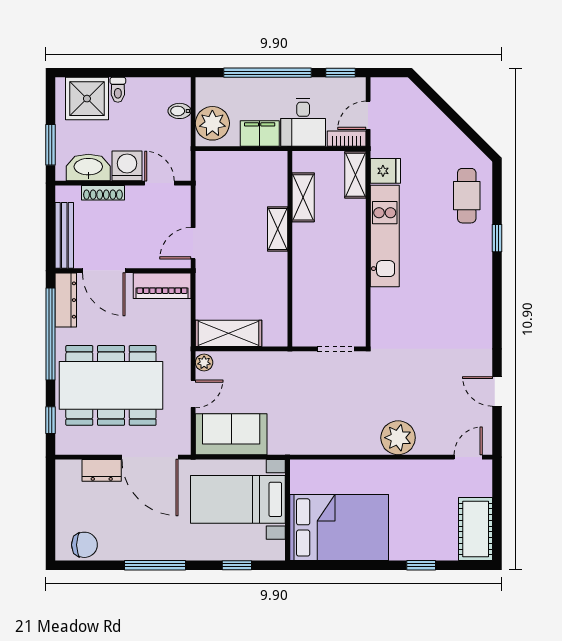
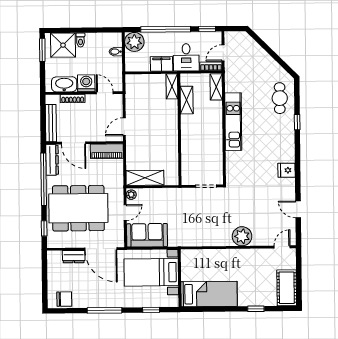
plant: (212, 123) -> (134, 42), moved
window: (50, 145) -> (42, 50), moved
fridge: (385, 171) -> (287, 170), moved, turned 180
shelving: (278, 229) -> (172, 86), moved
bed: (339, 527) -> (209, 294), width x0.67

